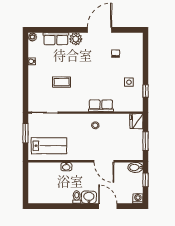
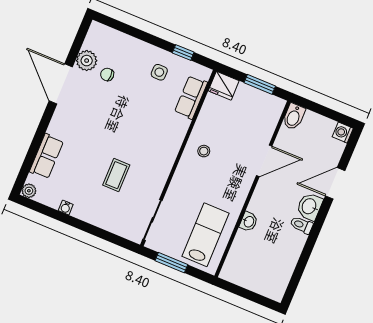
plant: (76, 39) -> (87, 61), moved
row of seats: (101, 106) -> (191, 97), moved
window: (146, 180) -> (319, 109), removed

